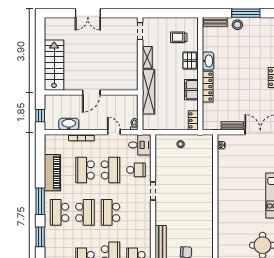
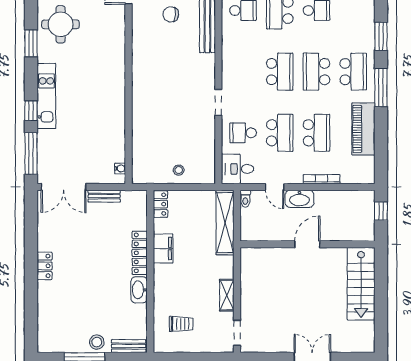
pallet: (190, 61) -> (166, 290), removed
shelving: (148, 92) -> (225, 222), moved
washbasin: (69, 124) -> (299, 199), moved
school desk: (110, 170) -> (280, 133), turned 180

